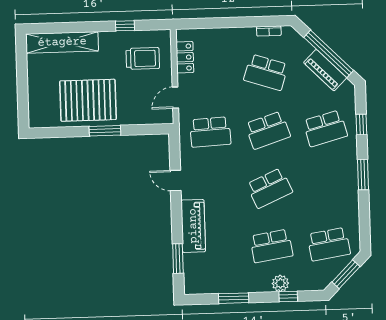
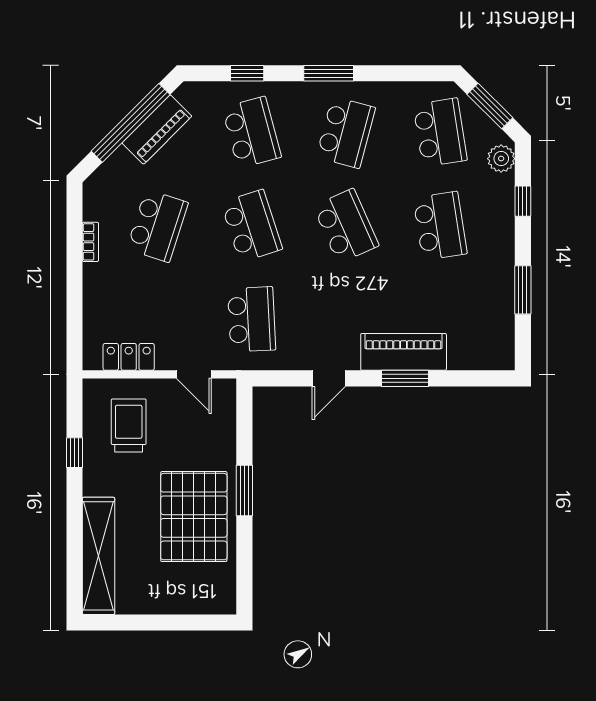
bookcase: (269, 31) -> (90, 242), moved
school desk: (327, 186) -> (346, 132), added
window: (178, 259) -> (405, 378), moved
plant: (280, 283) -> (501, 159), moved

